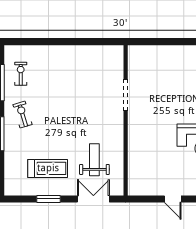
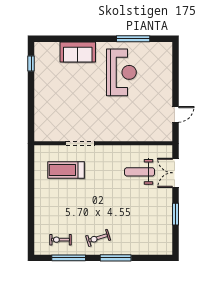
treadmill: (48, 168) -> (66, 170), moved, turned -90
door: (173, 199) -> (176, 114), moved

